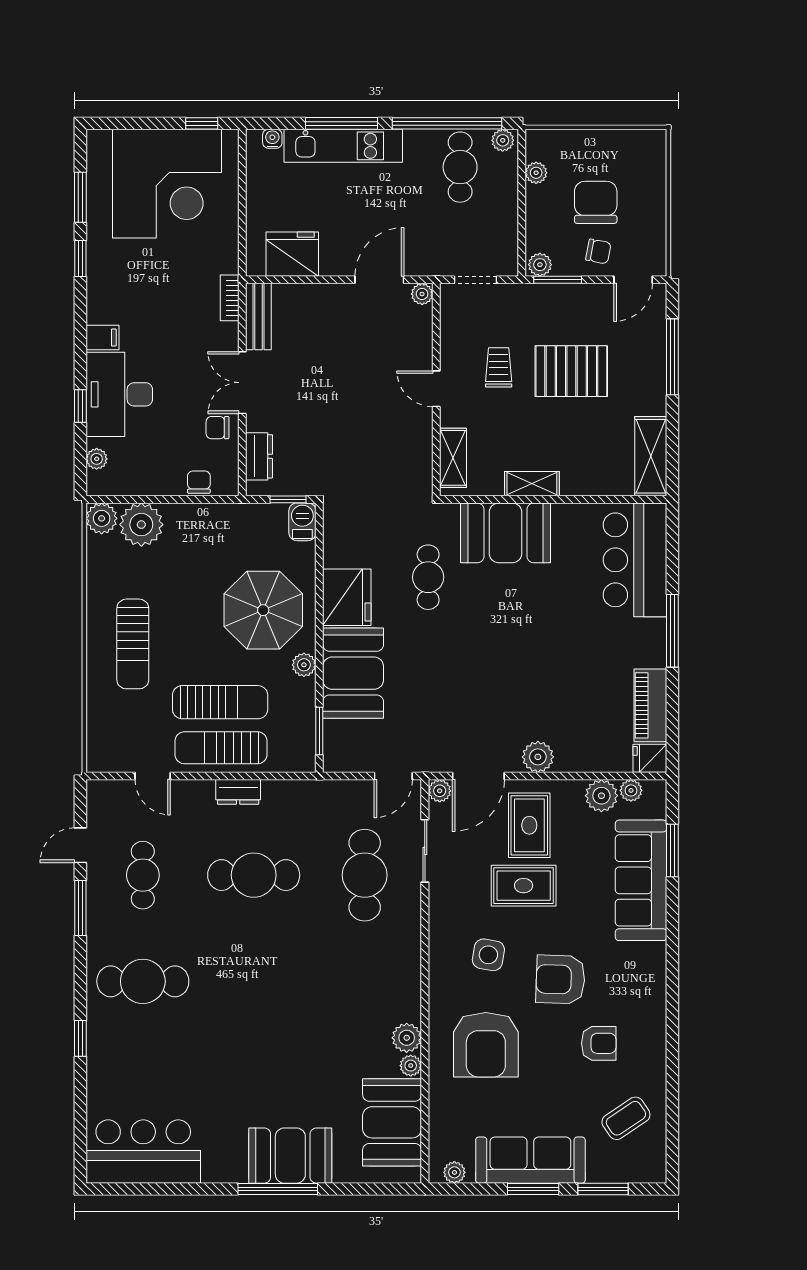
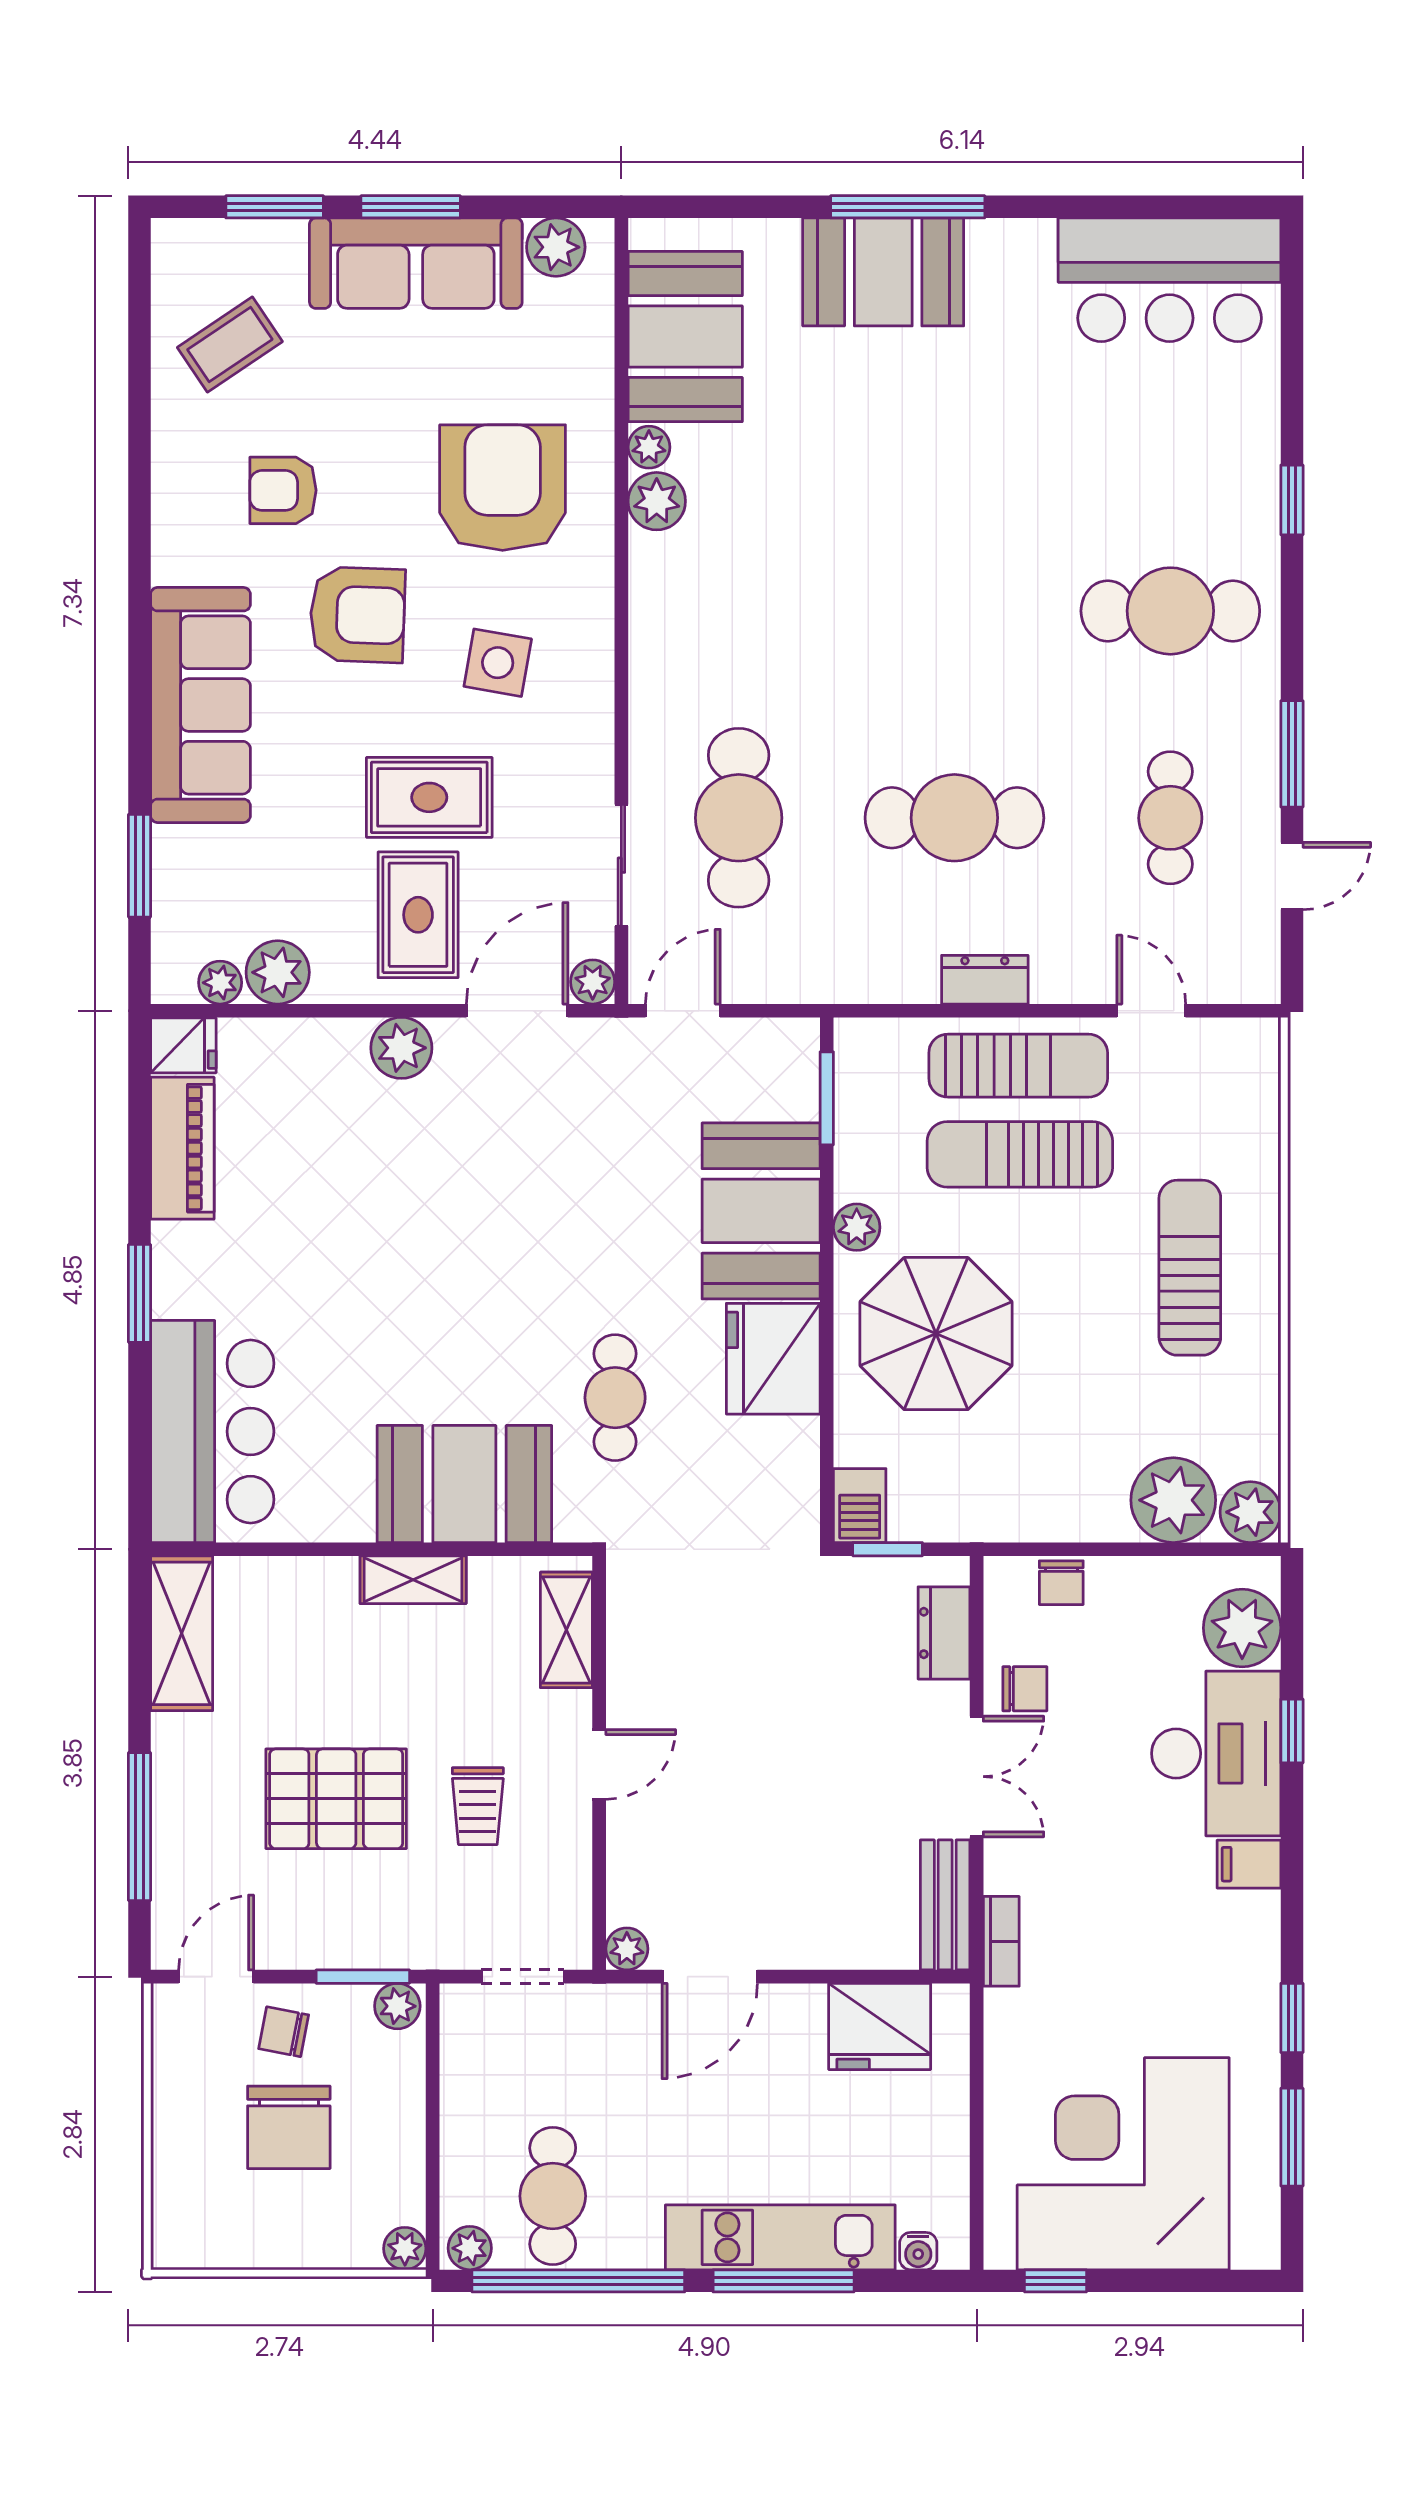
plant: (536, 173) -> (405, 2249), moved
door: (436, 389) -> (599, 1764), hinge flipped
plant: (97, 459) -> (1242, 1628), width x1.87, depth x1.87
window: (672, 631) -> (139, 1293), width x0.69
sofa: (641, 880) -> (201, 705), moved
plant: (454, 1172) -> (556, 247), width x1.38, depth x1.38

